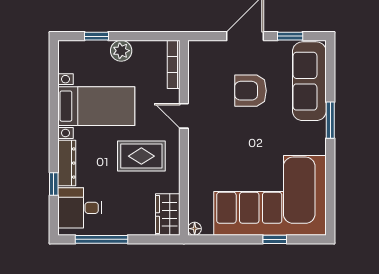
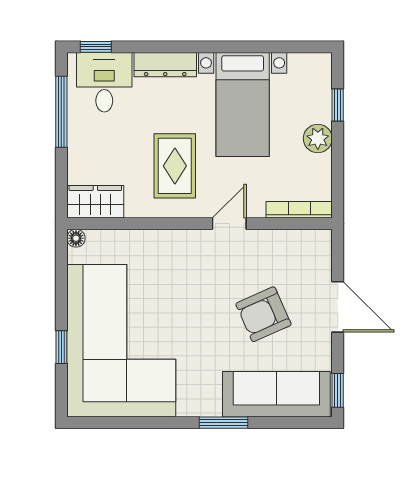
window: (290, 36) -> (338, 390), moved
armchair: (251, 91) -> (264, 314), turned -114
window: (54, 184) -> (96, 47), moved

